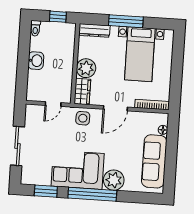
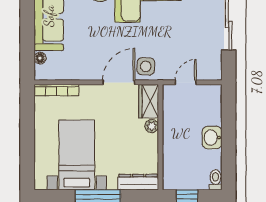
plant: (86, 68) -> (152, 126), width x0.53, depth x0.53
door: (115, 108) -> (119, 82), moved

